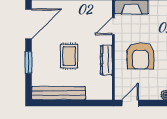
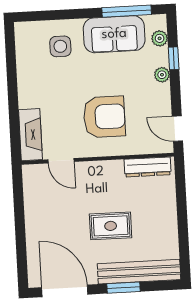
dresser: (106, 60) -> (148, 167), moved
bench: (59, 93) -> (139, 272), moved, turned 90

